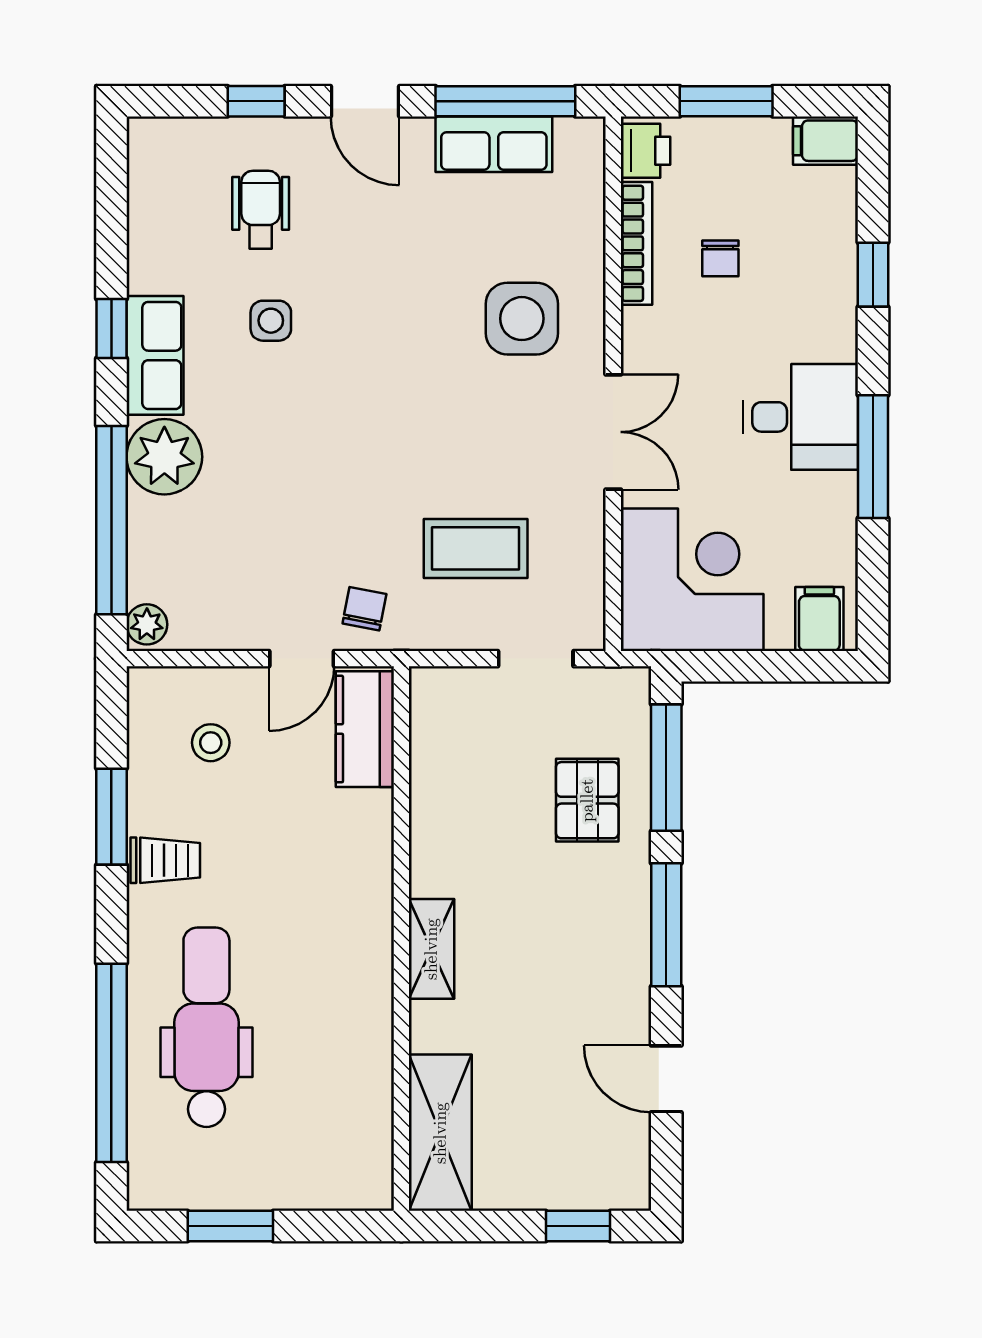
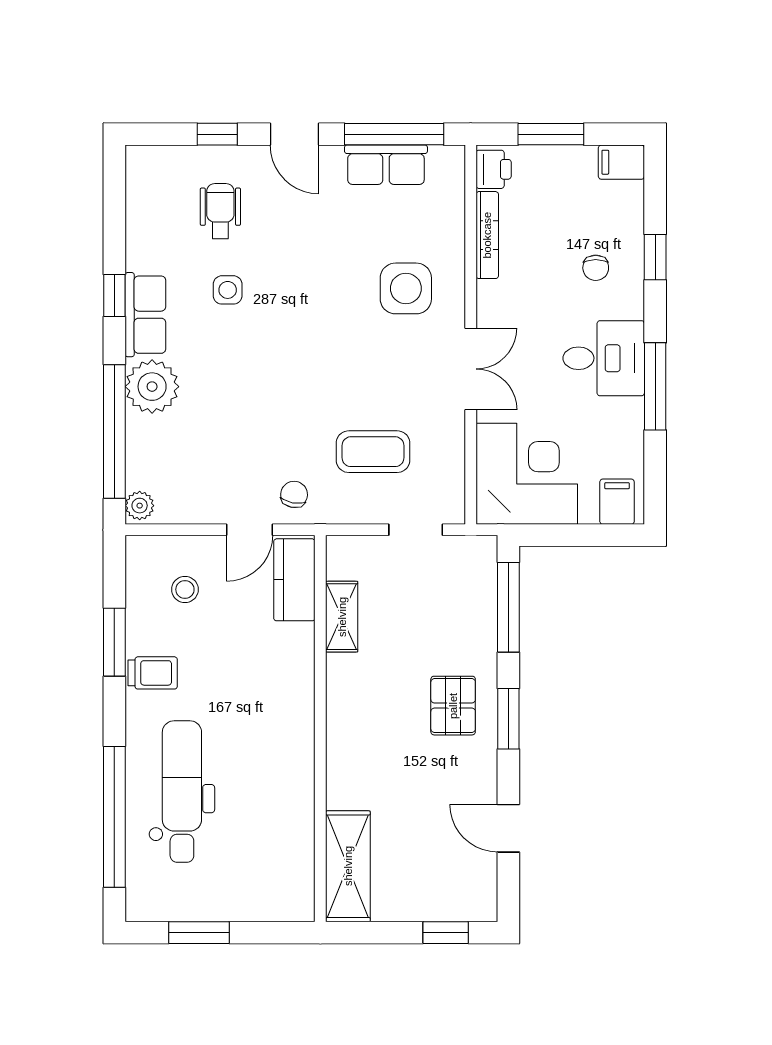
chair: (720, 258) -> (596, 268), moved
pallet: (587, 800) -> (453, 706), moved
window: (666, 925) -> (508, 719), width x0.69
shelving: (431, 949) -> (342, 617), moved

